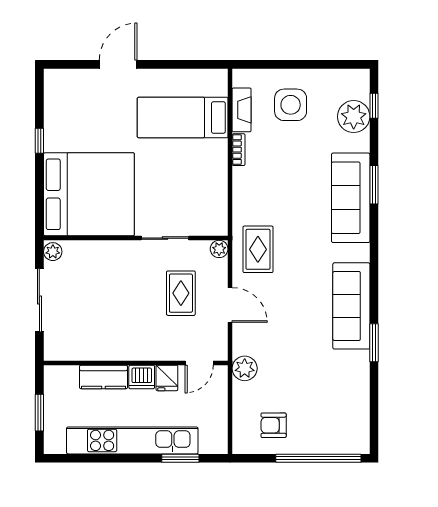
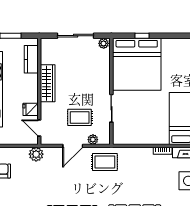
window: (39, 141) -> (142, 36), moved
plant: (219, 249) -> (93, 140), moved
wardrobe: (122, 348) -> (48, 83), added
kitchen counter: (103, 377) -> (31, 59), moved
dishwasher: (142, 377) -> (31, 95), removed

